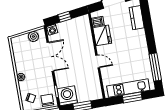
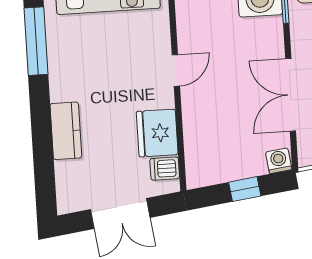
kitchen counter: (137, 18) -> (66, 131), moved
door: (98, 61) -> (176, 70), swing flipped

